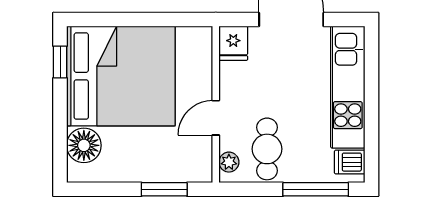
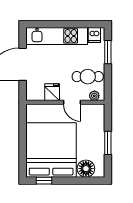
fridge: (233, 43) -> (52, 92), moved, turned -90
window: (164, 189) -> (108, 143), moved
window: (316, 189) -> (108, 52), width x0.69

